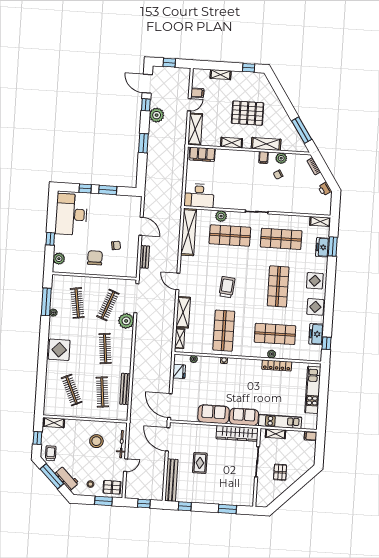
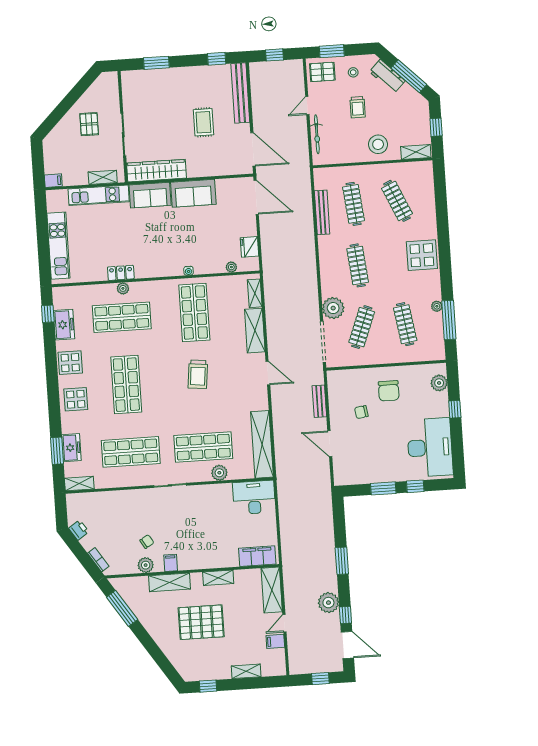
locker: (277, 365) -> (121, 273), width x0.66
stool: (96, 441) -> (378, 144), moved
trolley: (51, 453) -> (358, 107), moved

